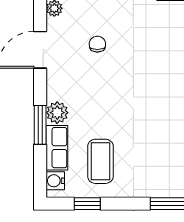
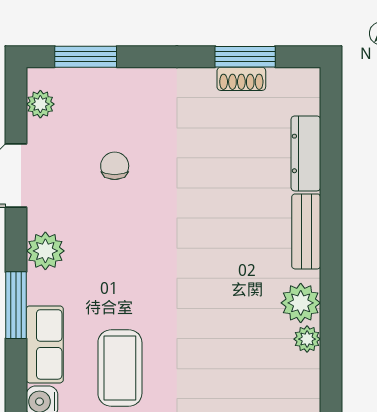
plant: (57, 113) -> (45, 251), moved

